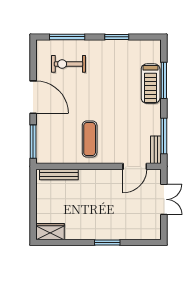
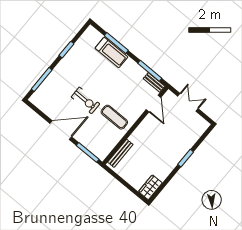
exercise bike: (69, 64) -> (85, 100), moved, turned -90

